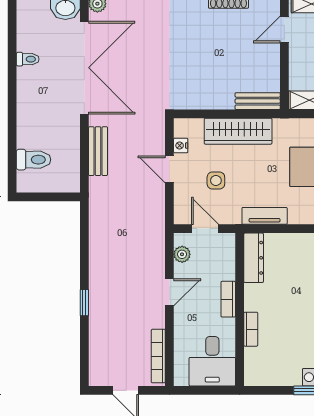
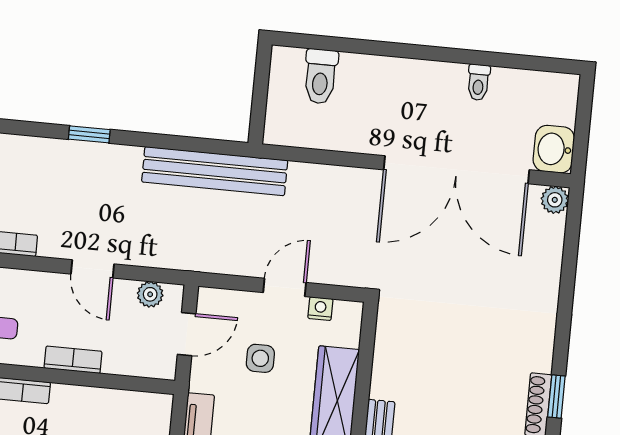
bench: (98, 151) -> (215, 171), moved, width x1.86, depth x1.21
dresser: (254, 258) -> (134, 406), removed

